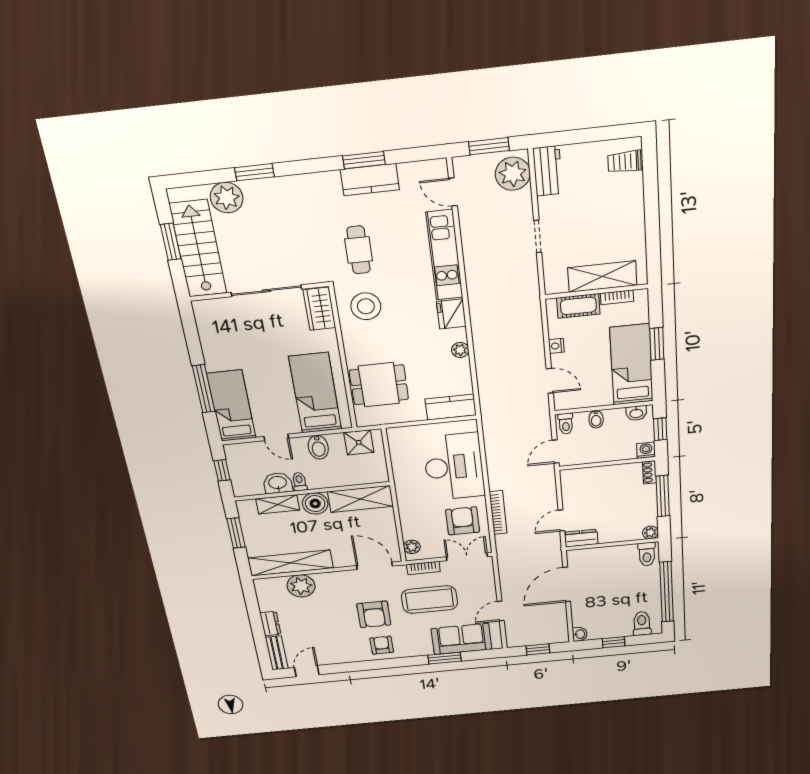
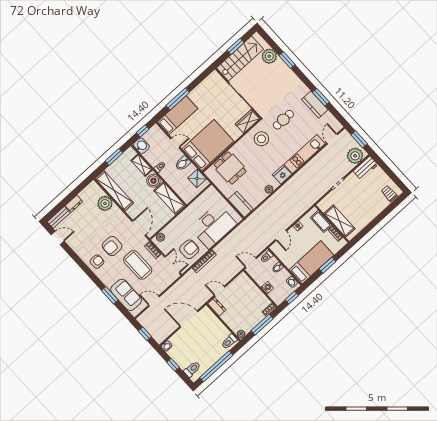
bed: (315, 393) -> (208, 145), width x1.50
door: (276, 437) -> (175, 143), swing flipped
washing machine: (646, 450) -> (267, 288), moved
washbasin: (278, 483) -> (141, 146), moved

